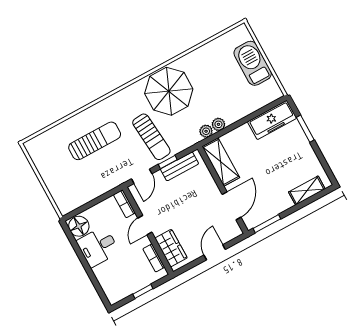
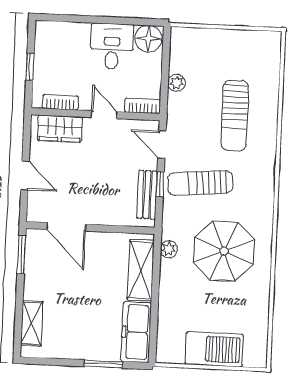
parasol: (169, 91) -> (224, 251), moved
plant: (218, 124) -> (177, 83), moved
shelving: (221, 162) -> (141, 270), moved, turned 90

